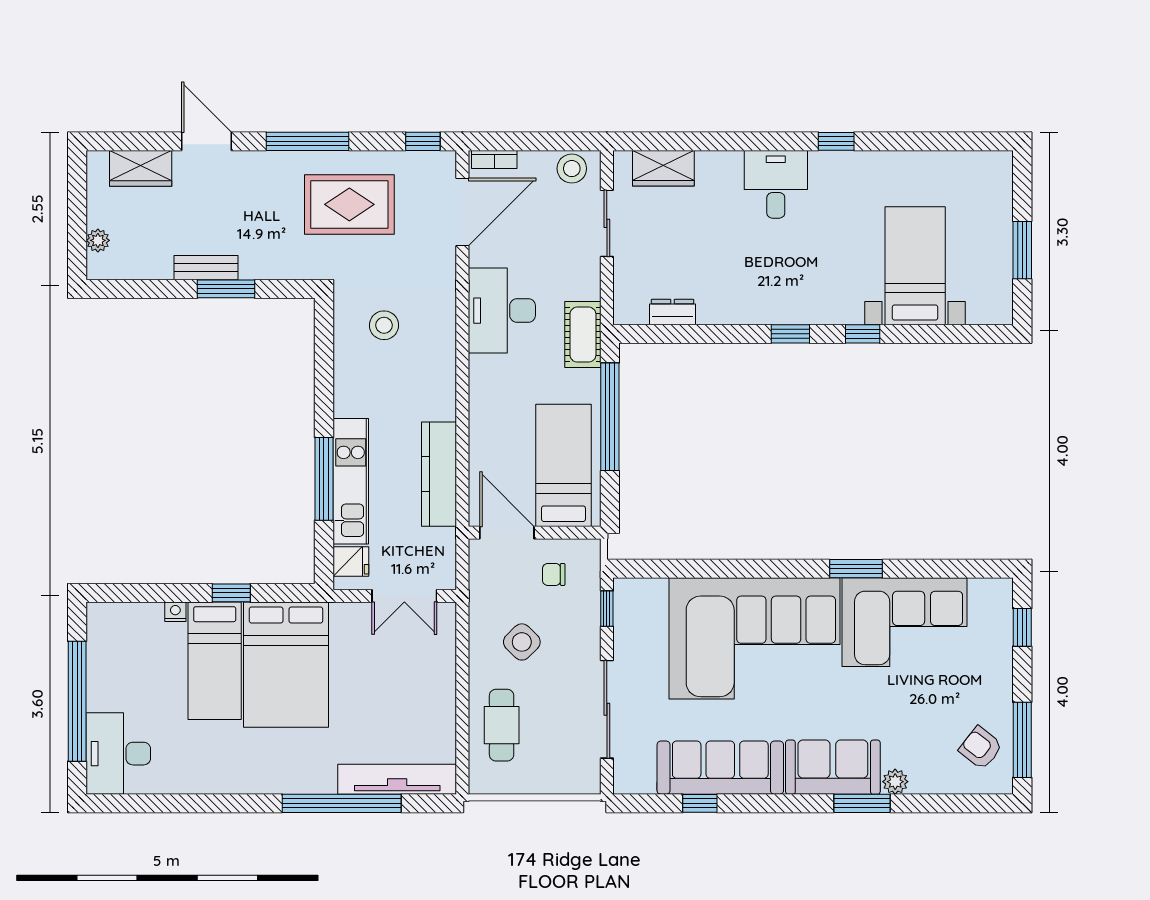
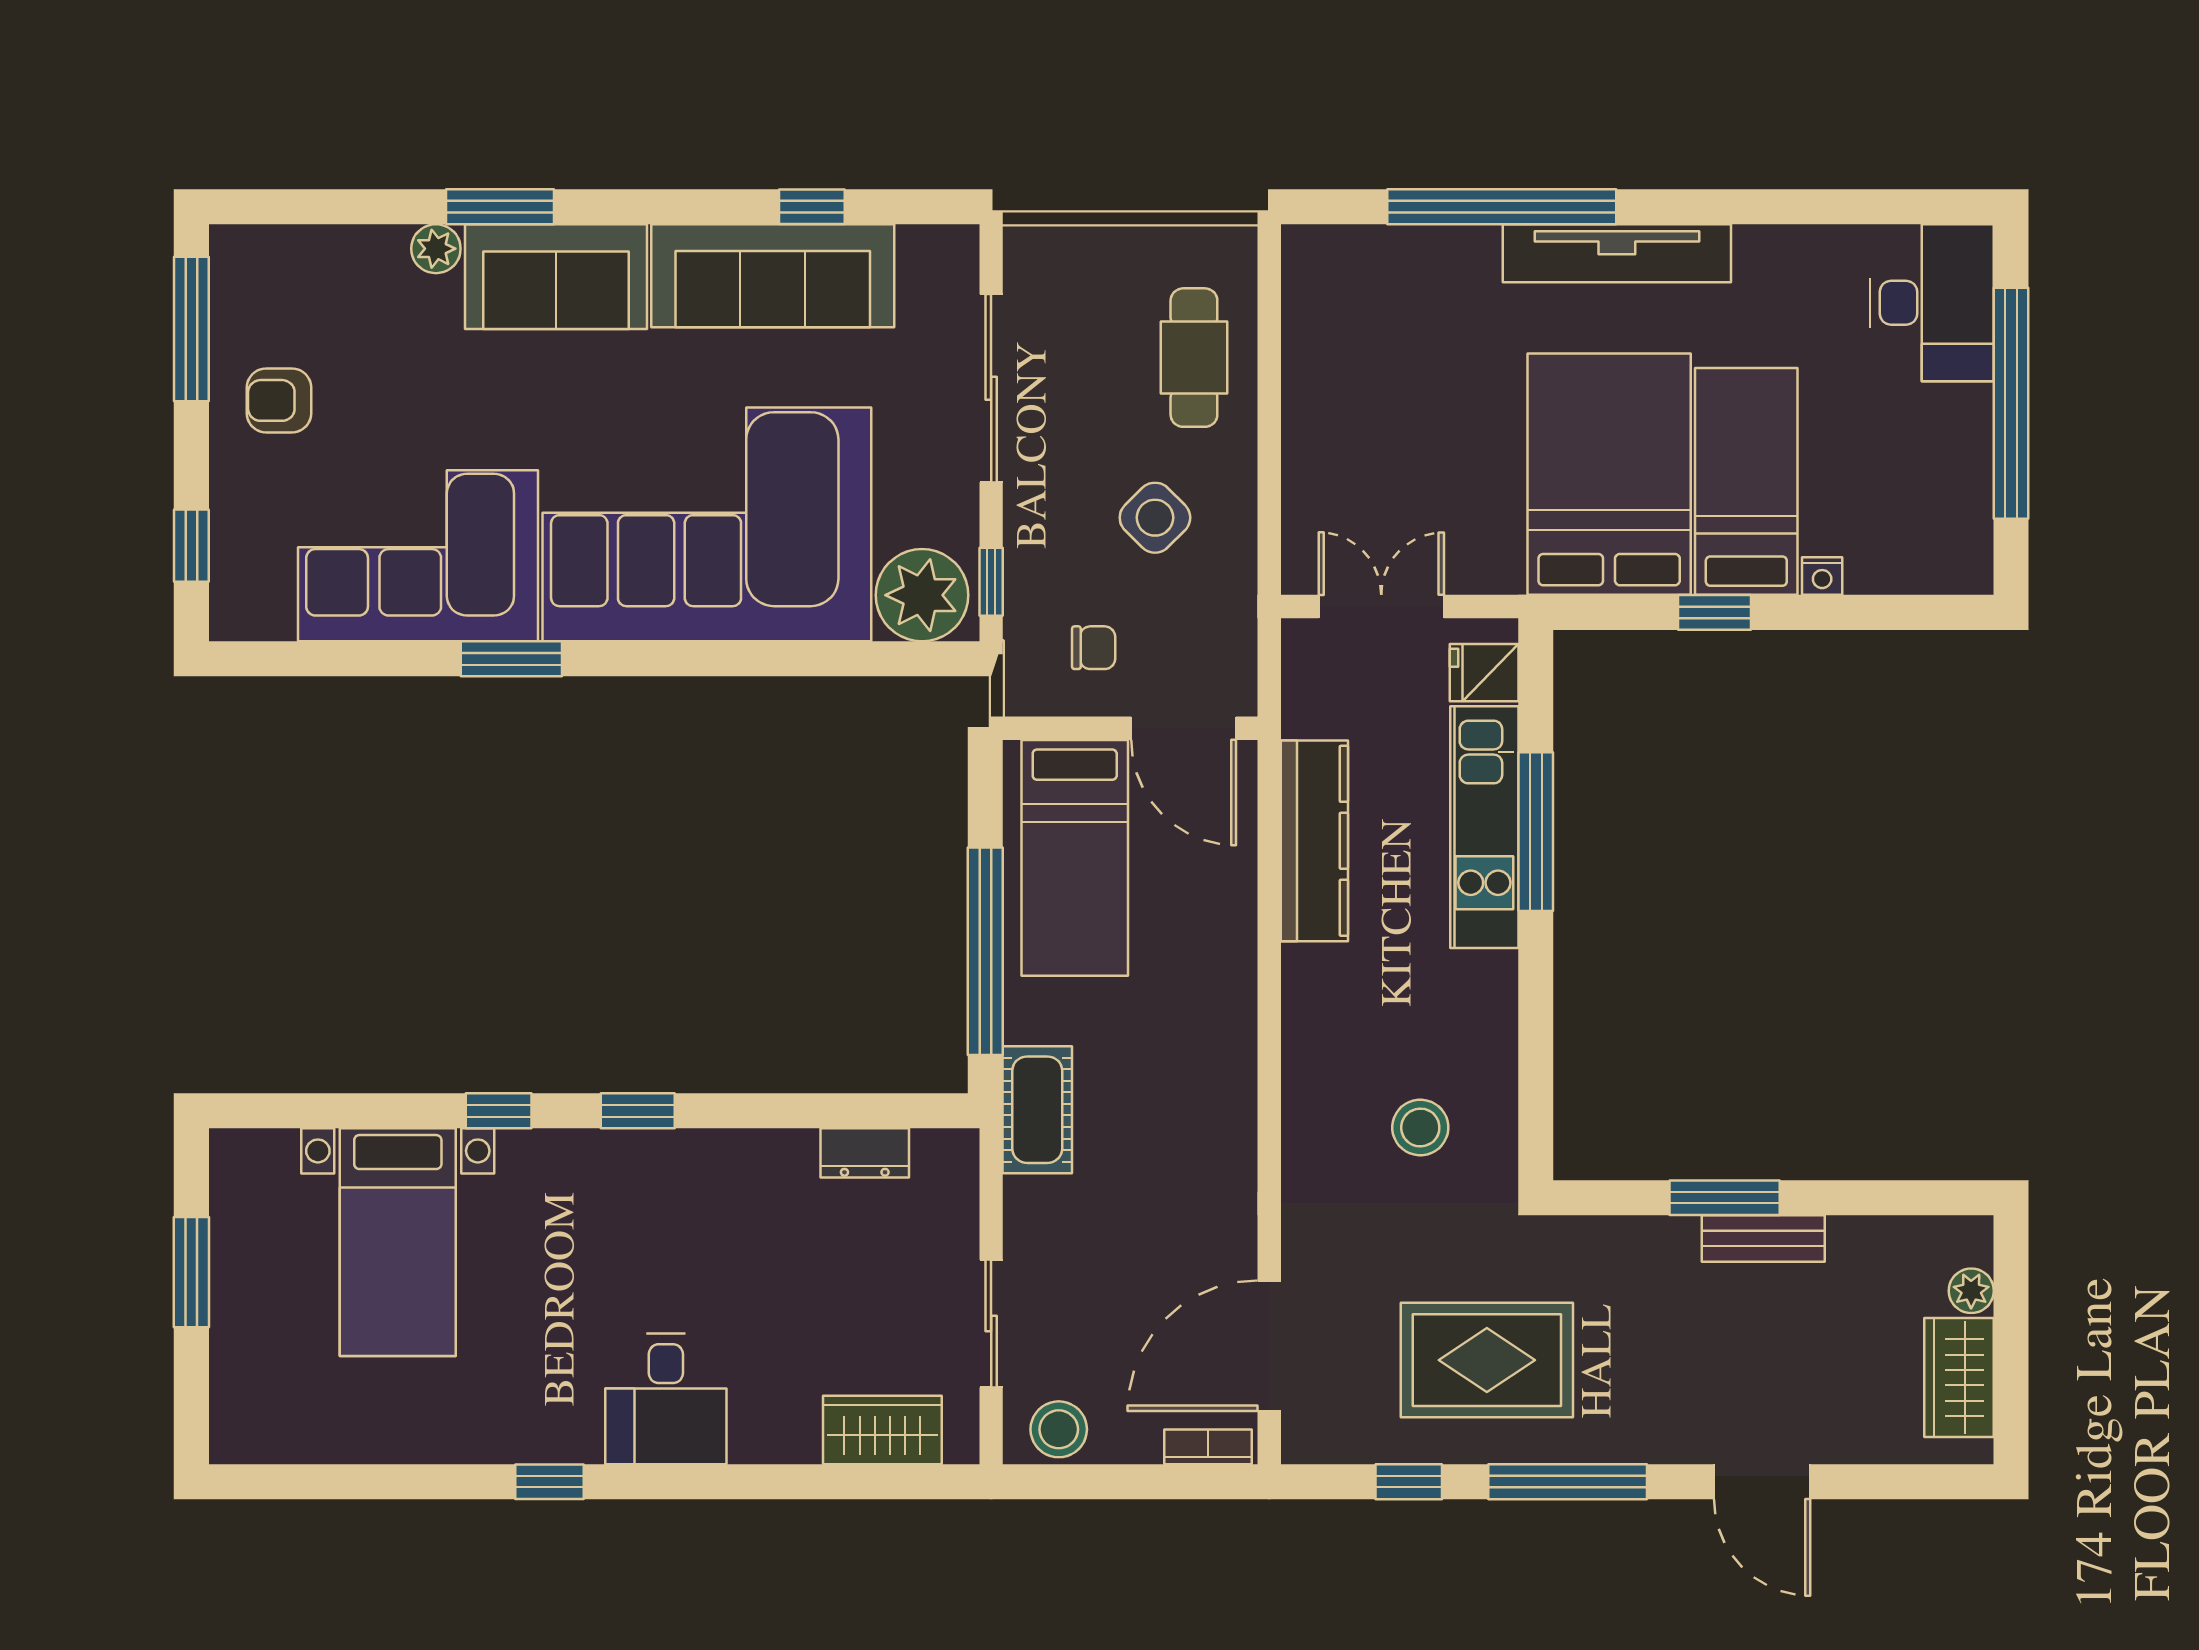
window: (423, 141) -> (1409, 1482), moved
wardrobe: (141, 168) -> (1959, 1378), moved, turned -90
desk: (502, 311) -> (1193, 1156), removed
plant: (643, 602) -> (922, 595), added
armchair: (981, 748) -> (279, 400), moved, turned 142
tv unit: (397, 779) -> (1617, 253), moved

